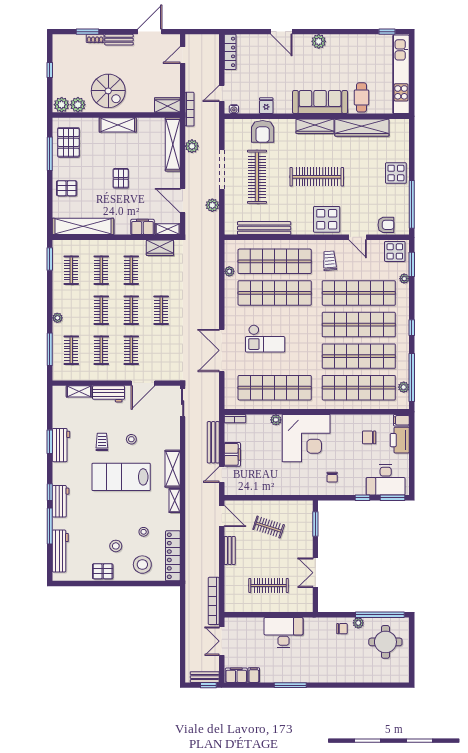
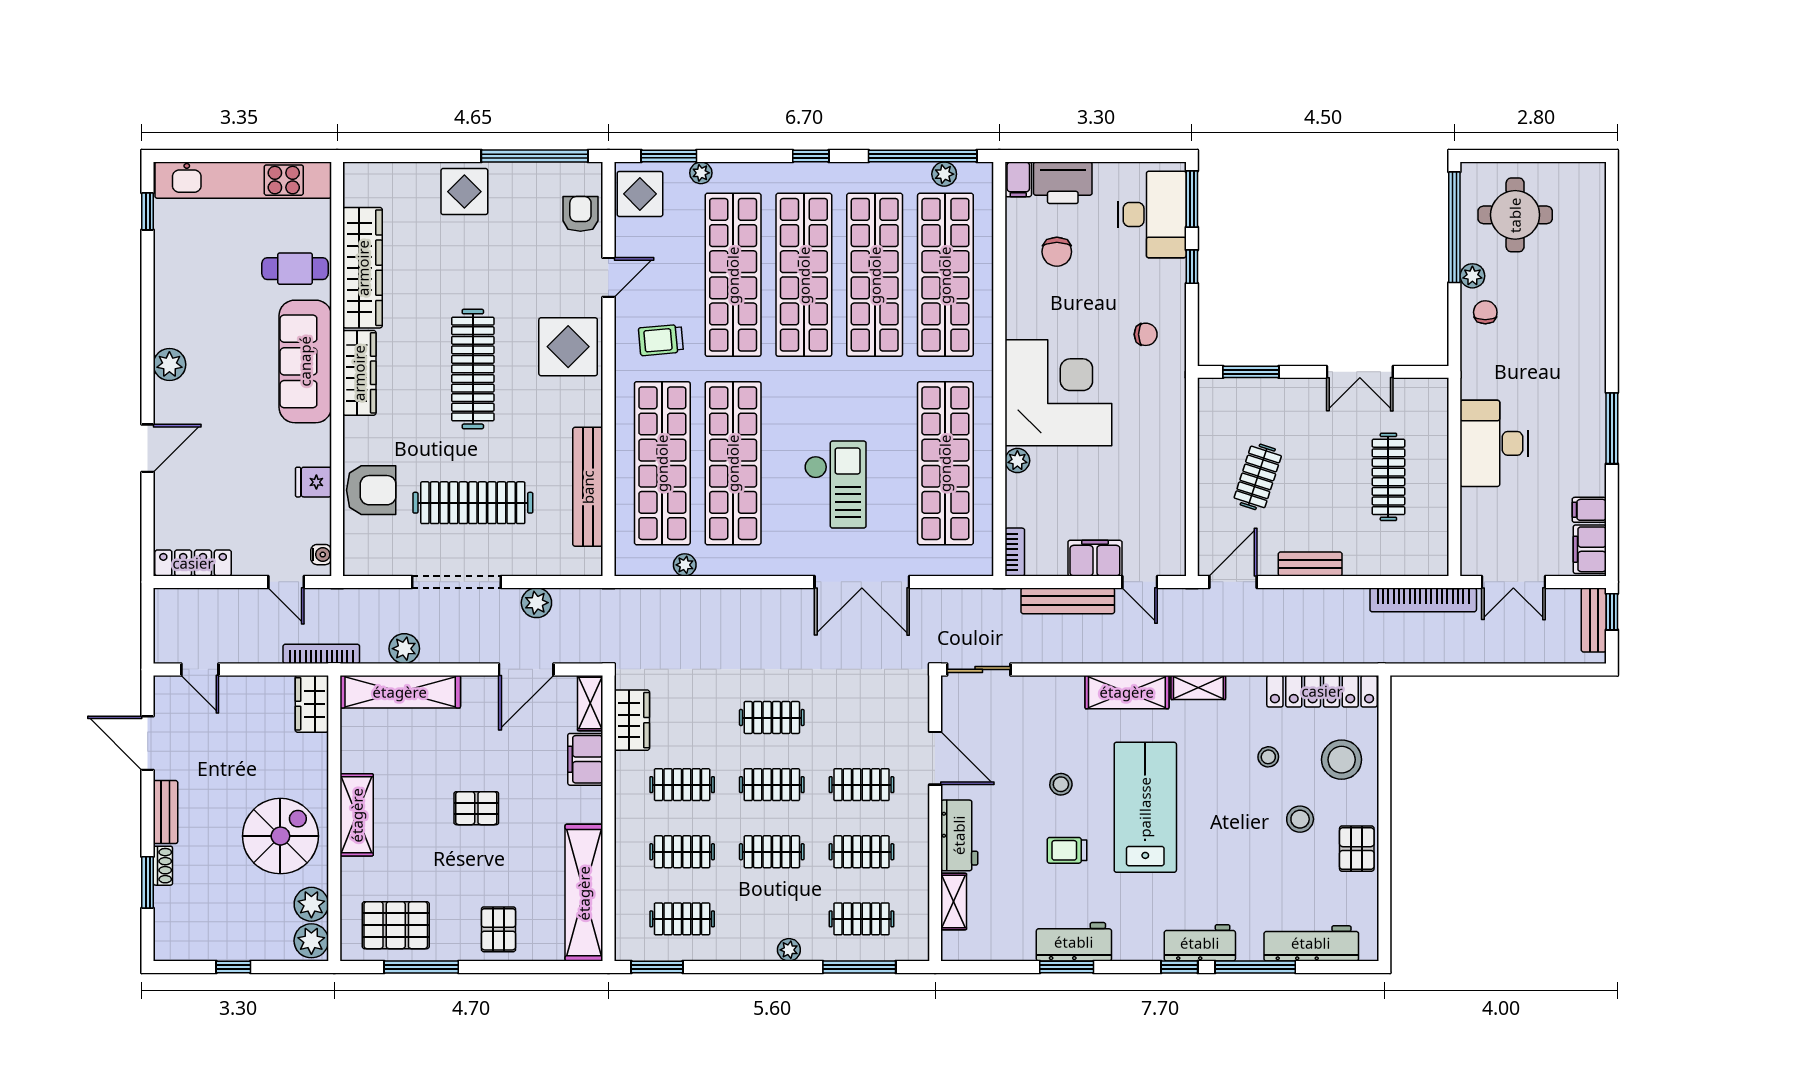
lab bench: (121, 477) -> (1145, 807), turned 180

